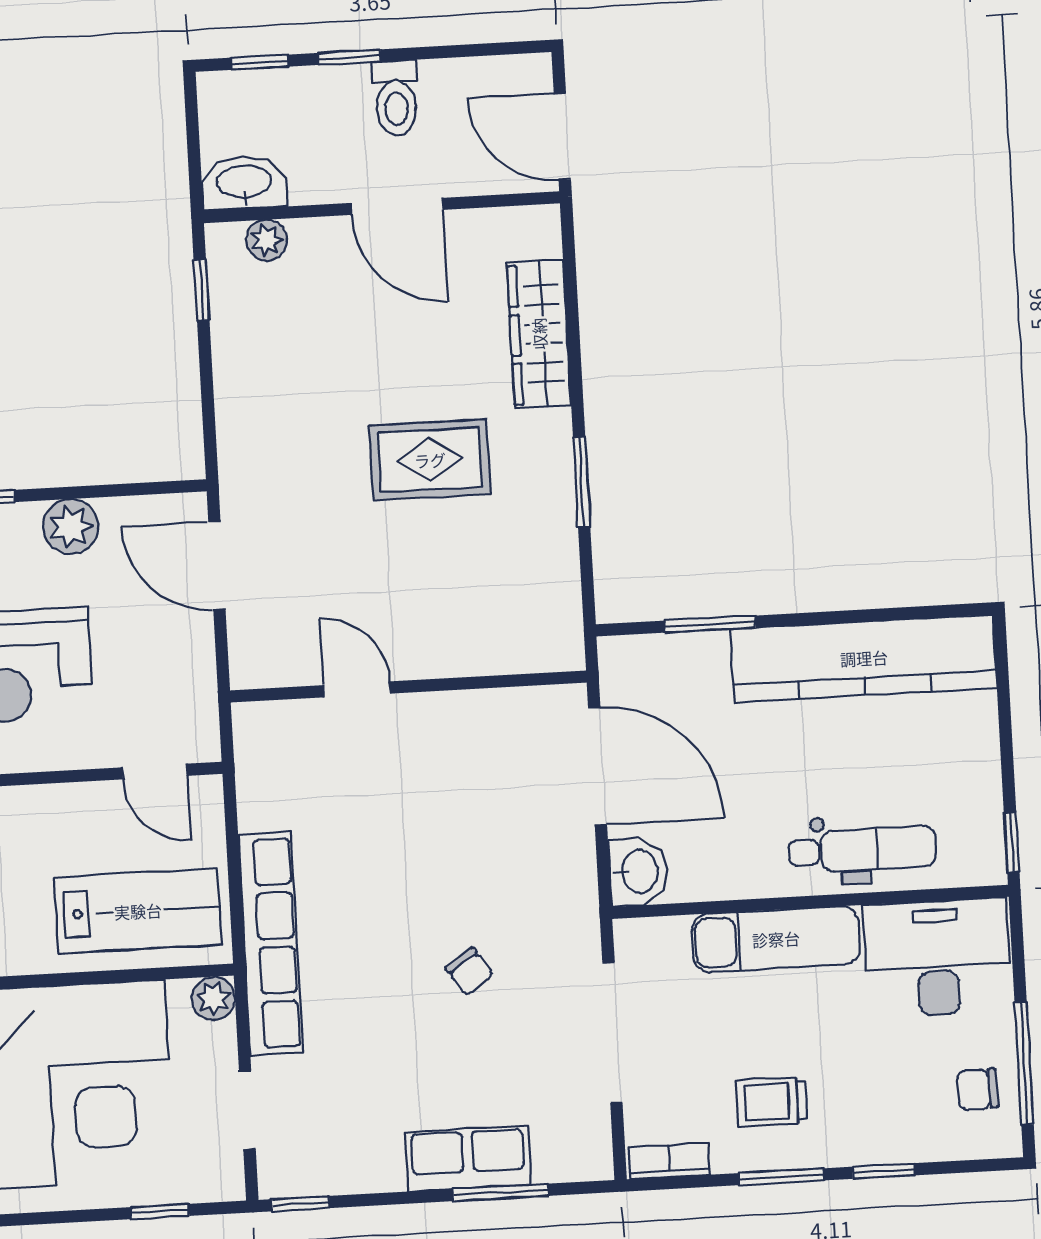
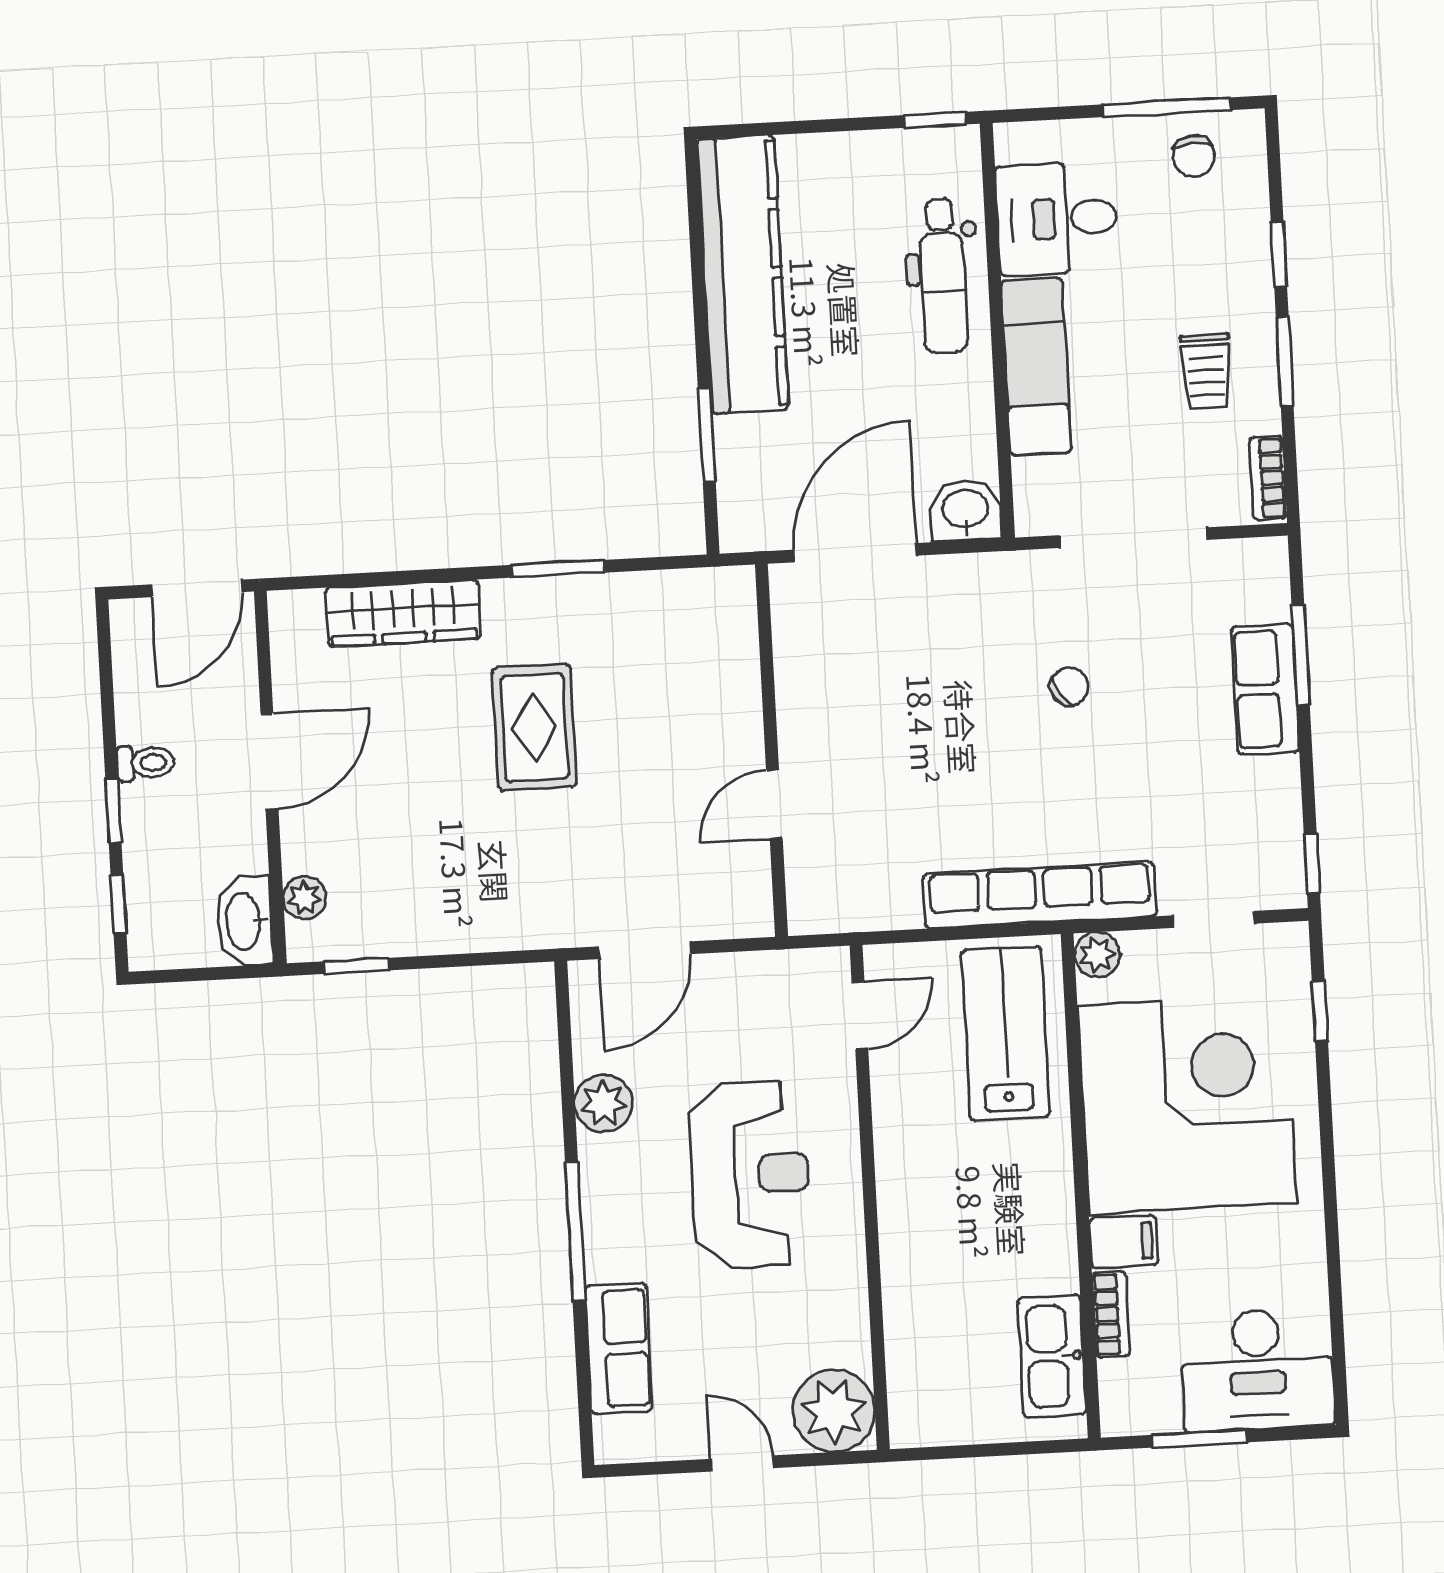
toilet: (396, 98) -> (146, 763), width x0.73, depth x0.72
dental chair: (862, 850) -> (943, 276), turned 180
desk: (937, 958) -> (1057, 218), width x0.73

